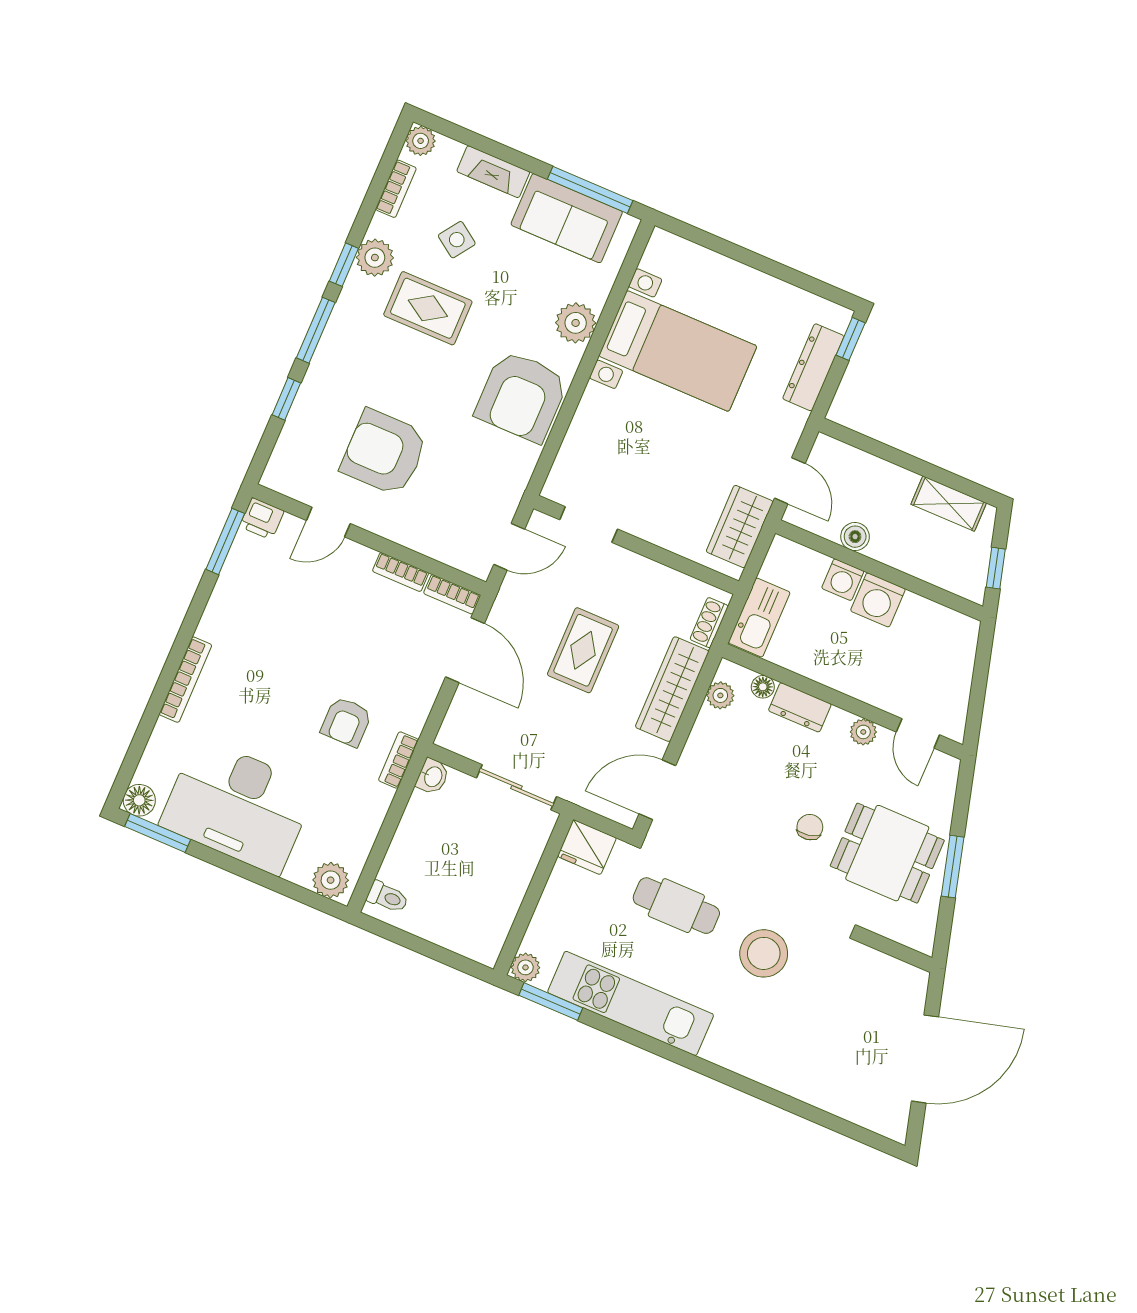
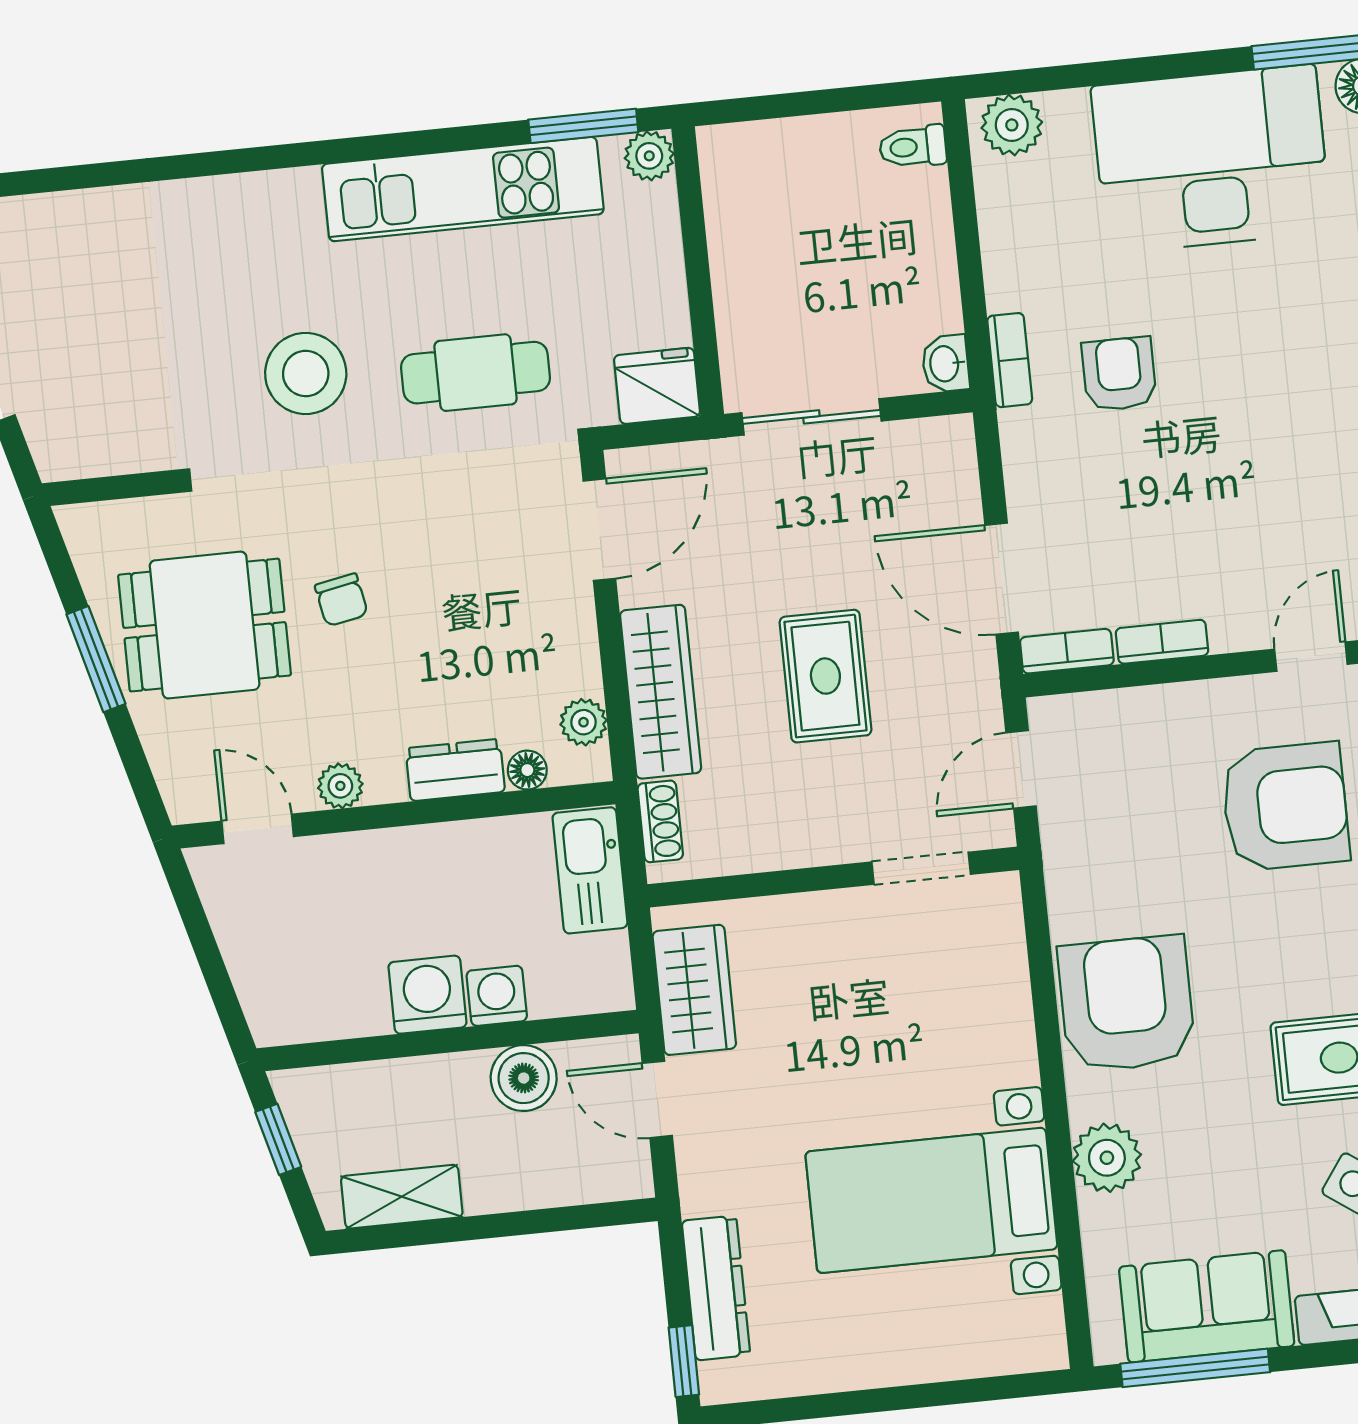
boiler: (855, 537) -> (524, 1078), width x1.36, depth x1.36

